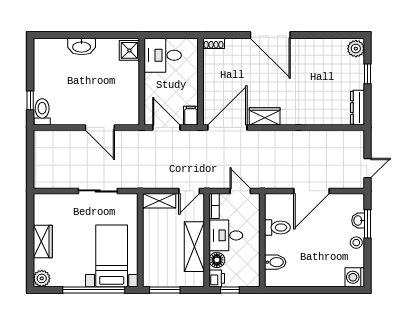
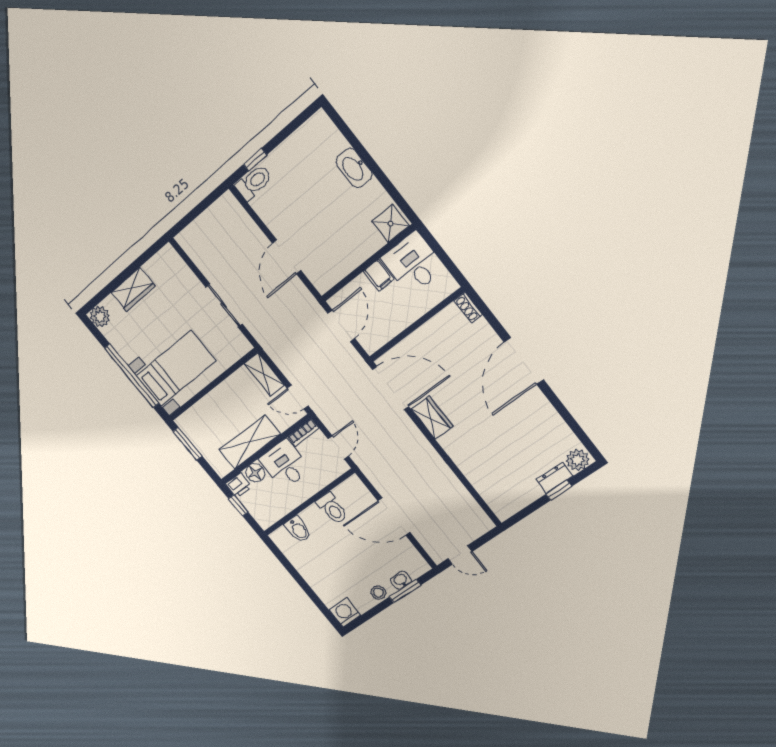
dresser: (357, 108) -> (554, 478), moved, width x0.70
filing cabinet: (191, 116) -> (379, 275), moved, turned 90

